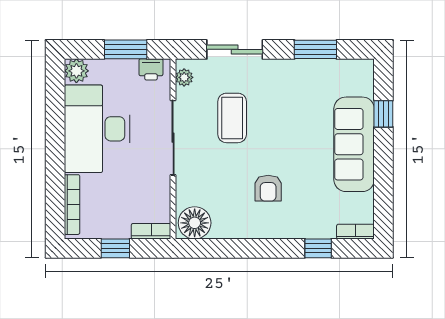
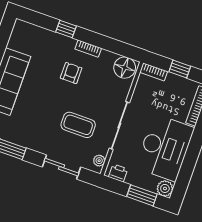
window: (126, 49) -> (142, 195), moved
coffee table: (232, 118) -> (78, 125), turned 90
bookcase: (355, 232) -> (88, 49), moved
window: (318, 248) -> (66, 29), moved

